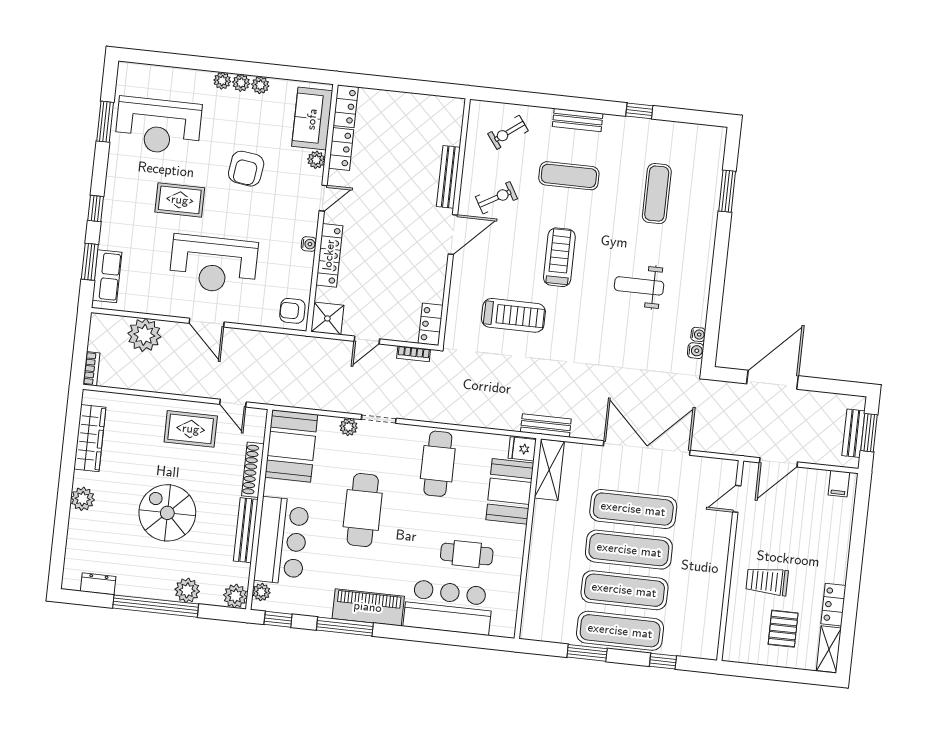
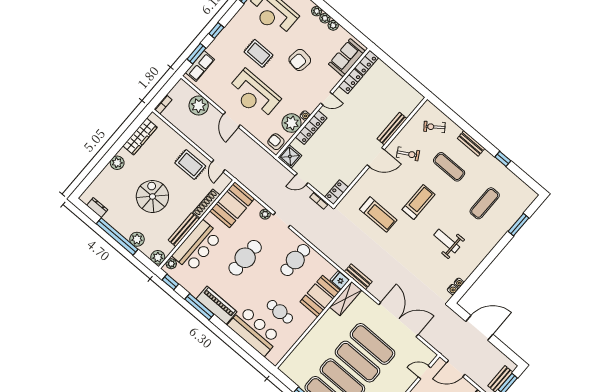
plant: (316, 160) -> (292, 123), moved, width x1.88, depth x1.88

